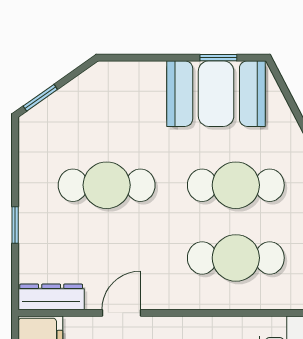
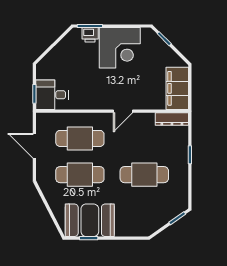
door: (121, 313) -> (123, 111), moved

